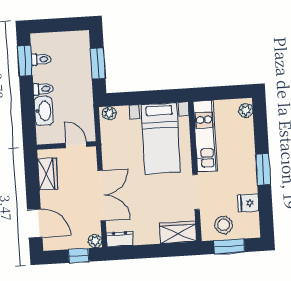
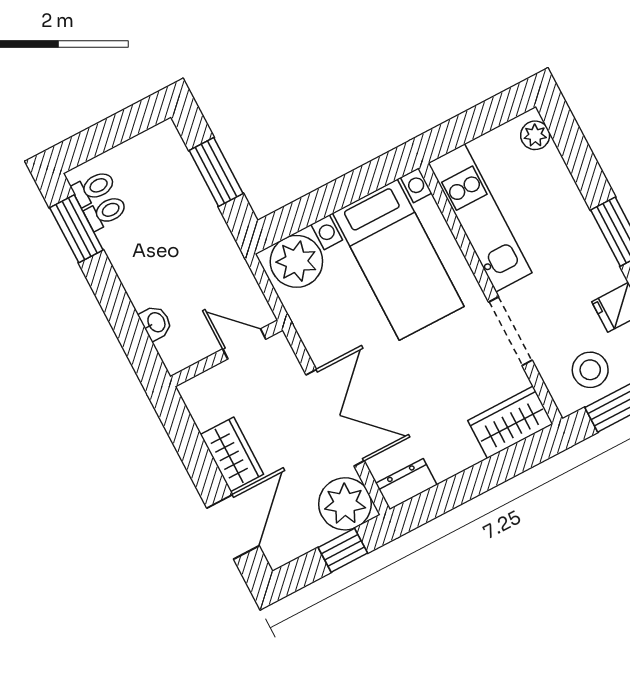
toilet: (43, 89) -> (94, 188), moved
washbasin: (44, 111) -> (156, 323), width x0.52, depth x0.69
plant: (109, 113) -> (296, 261), width x1.88, depth x1.88
wardrobe: (48, 174) -> (232, 454), moved
door: (35, 223) -> (233, 527), hinge flipped
plant: (95, 241) -> (345, 504), width x1.88, depth x1.88

